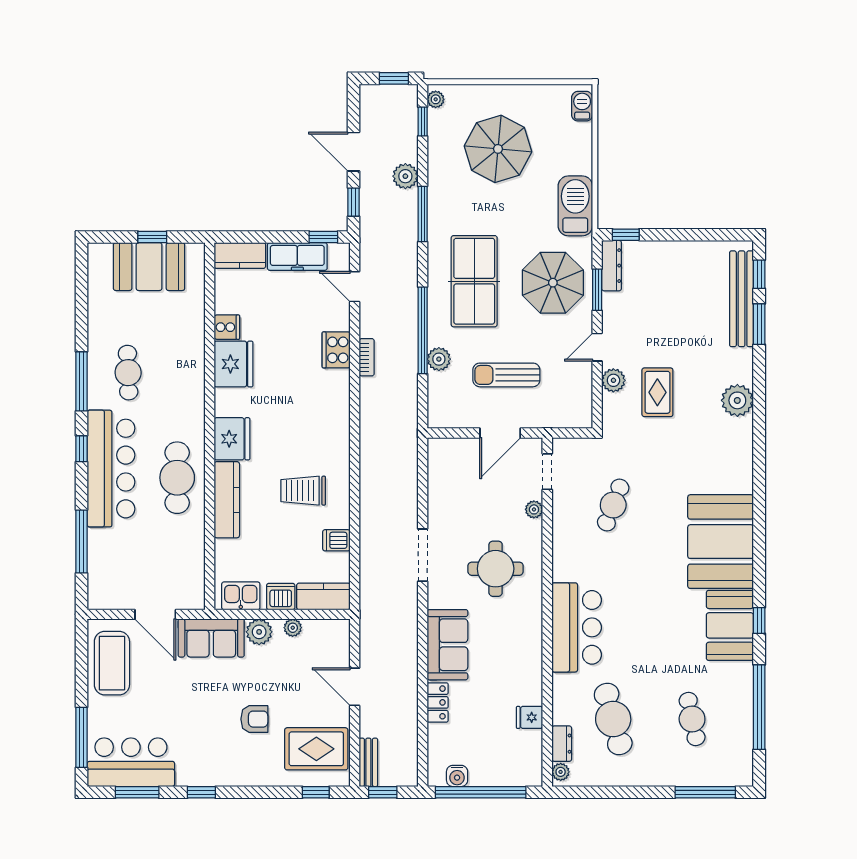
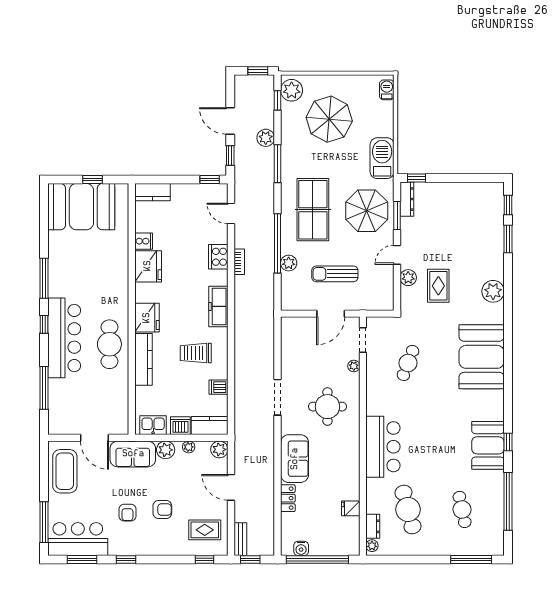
plant: (436, 99) -> (292, 90), width x1.87, depth x1.87
freezer: (297, 257) -> (218, 306), moved, turned 90
booth: (149, 267) -> (81, 207), width x1.36, depth x1.42
bench: (742, 299) -> (496, 222), removed
cafe table: (128, 373) -> (76, 272), removed
booth: (721, 542) -> (482, 357), moved
plant: (338, 631) -> (219, 449), added
armchair: (203, 724) -> (127, 513), added
rug: (316, 749) -> (205, 530), width x0.73, depth x0.70

